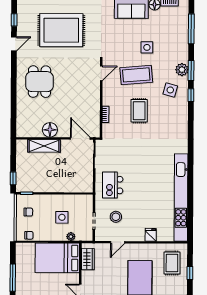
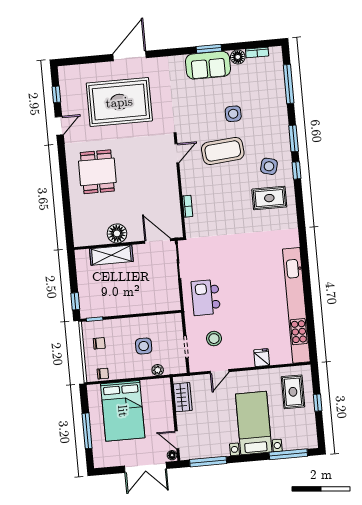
plant: (182, 70) -> (282, 138), removed
rug: (139, 111) -> (269, 198), moved, turned 90
bed: (57, 258) -> (123, 411), moved, turned -90

